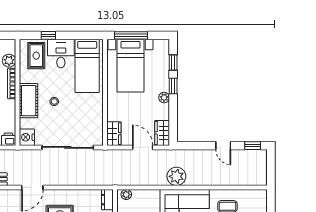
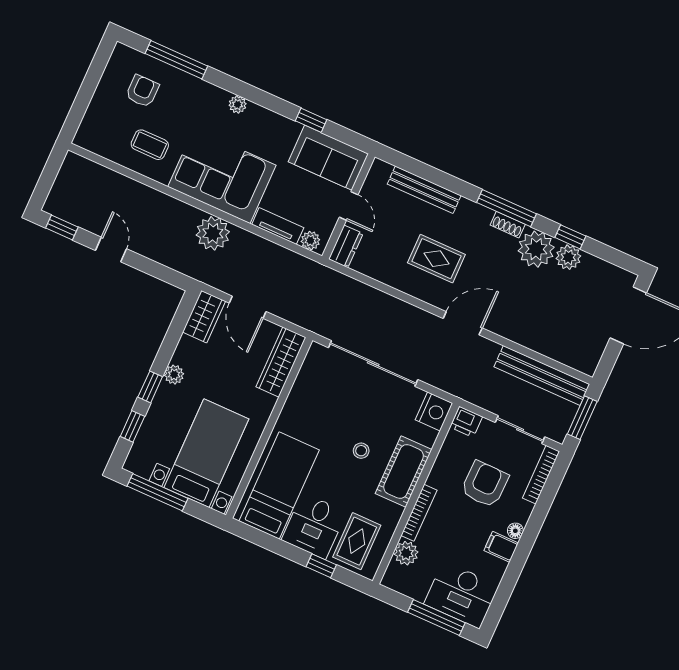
window: (131, 35) -> (158, 492), moved
wardrobe: (114, 134) -> (281, 362), width x1.50
tv unit: (146, 194) -> (278, 226), added

